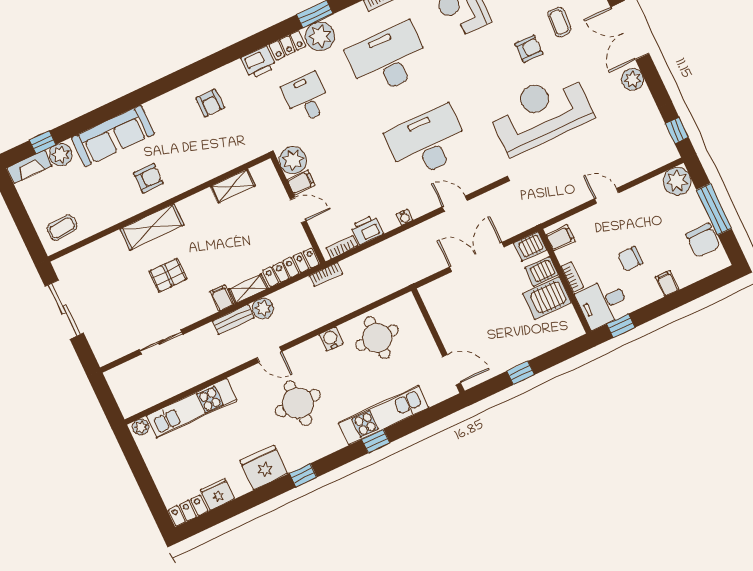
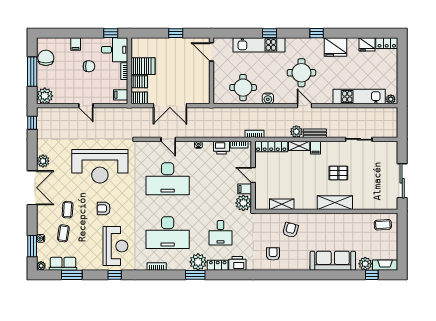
armchair: (529, 49) -> (104, 208), moved
armchair: (148, 178) -> (290, 230), moved, turned 105

